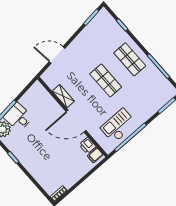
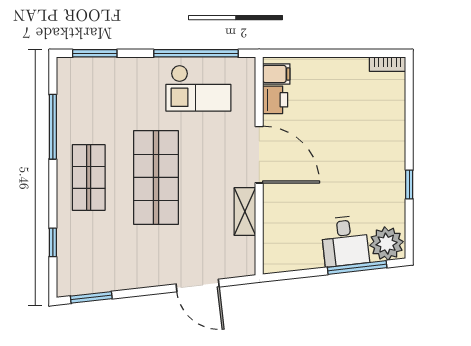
shop shelf: (106, 80) -> (156, 177), width x1.43, depth x1.36

